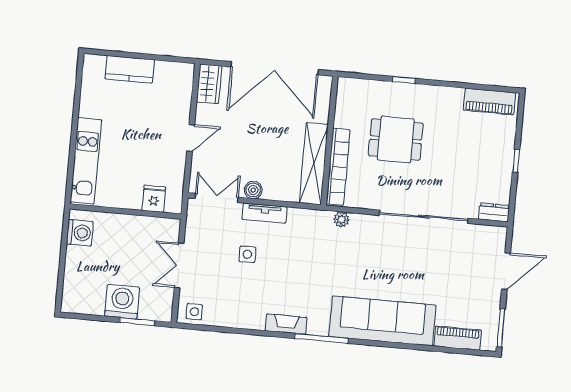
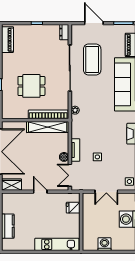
dining table: (396, 140) -> (31, 86), turned 90
washing machine: (80, 233) -> (104, 244), moved
coffee table: (436, 261) -> (92, 59), added

